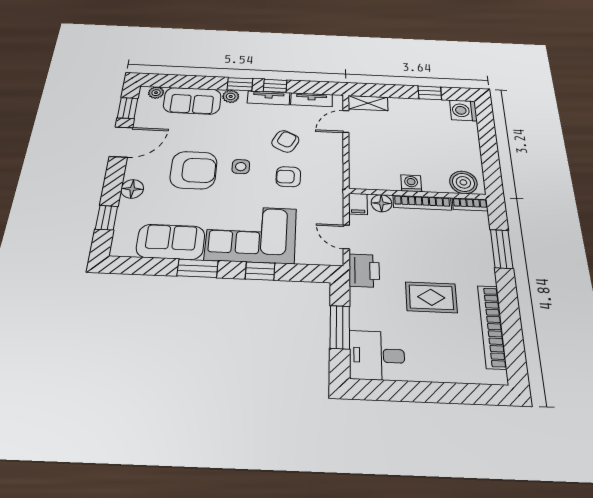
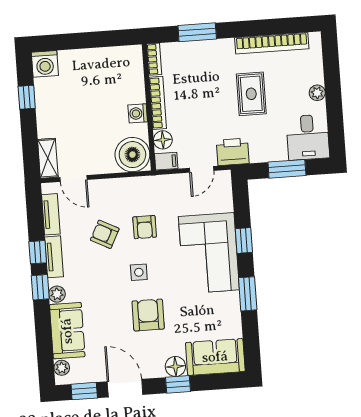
armchair: (194, 170) -> (148, 315), width x0.73, depth x0.73
boiler: (463, 182) -> (132, 155), moved, width x1.37, depth x1.37
window: (107, 218) -> (178, 384), moved
sofa: (171, 242) -> (215, 357), moved, turned 90
plant: (432, 373) -> (317, 93), added

